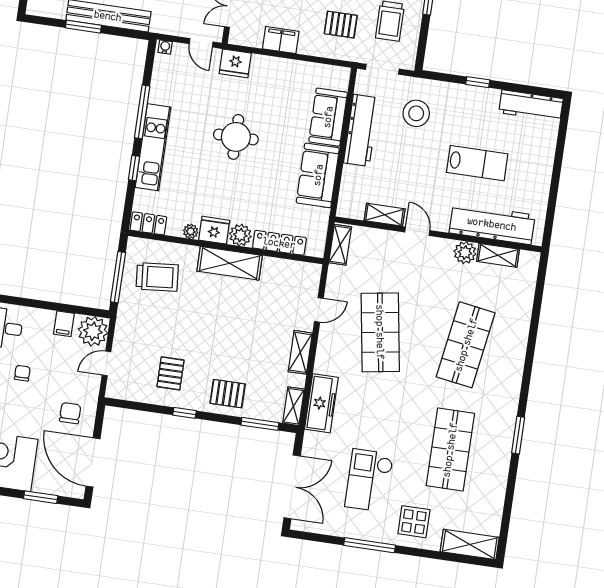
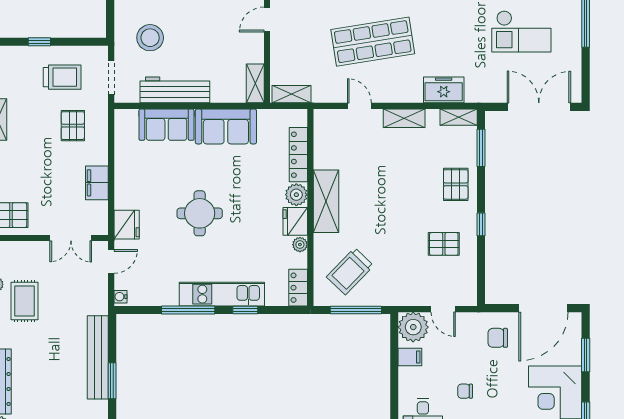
shelving: (385, 215) -> (255, 83), moved
trolley: (157, 277) -> (350, 271), turned -131
freezer: (321, 403) -> (444, 90), width x0.71

